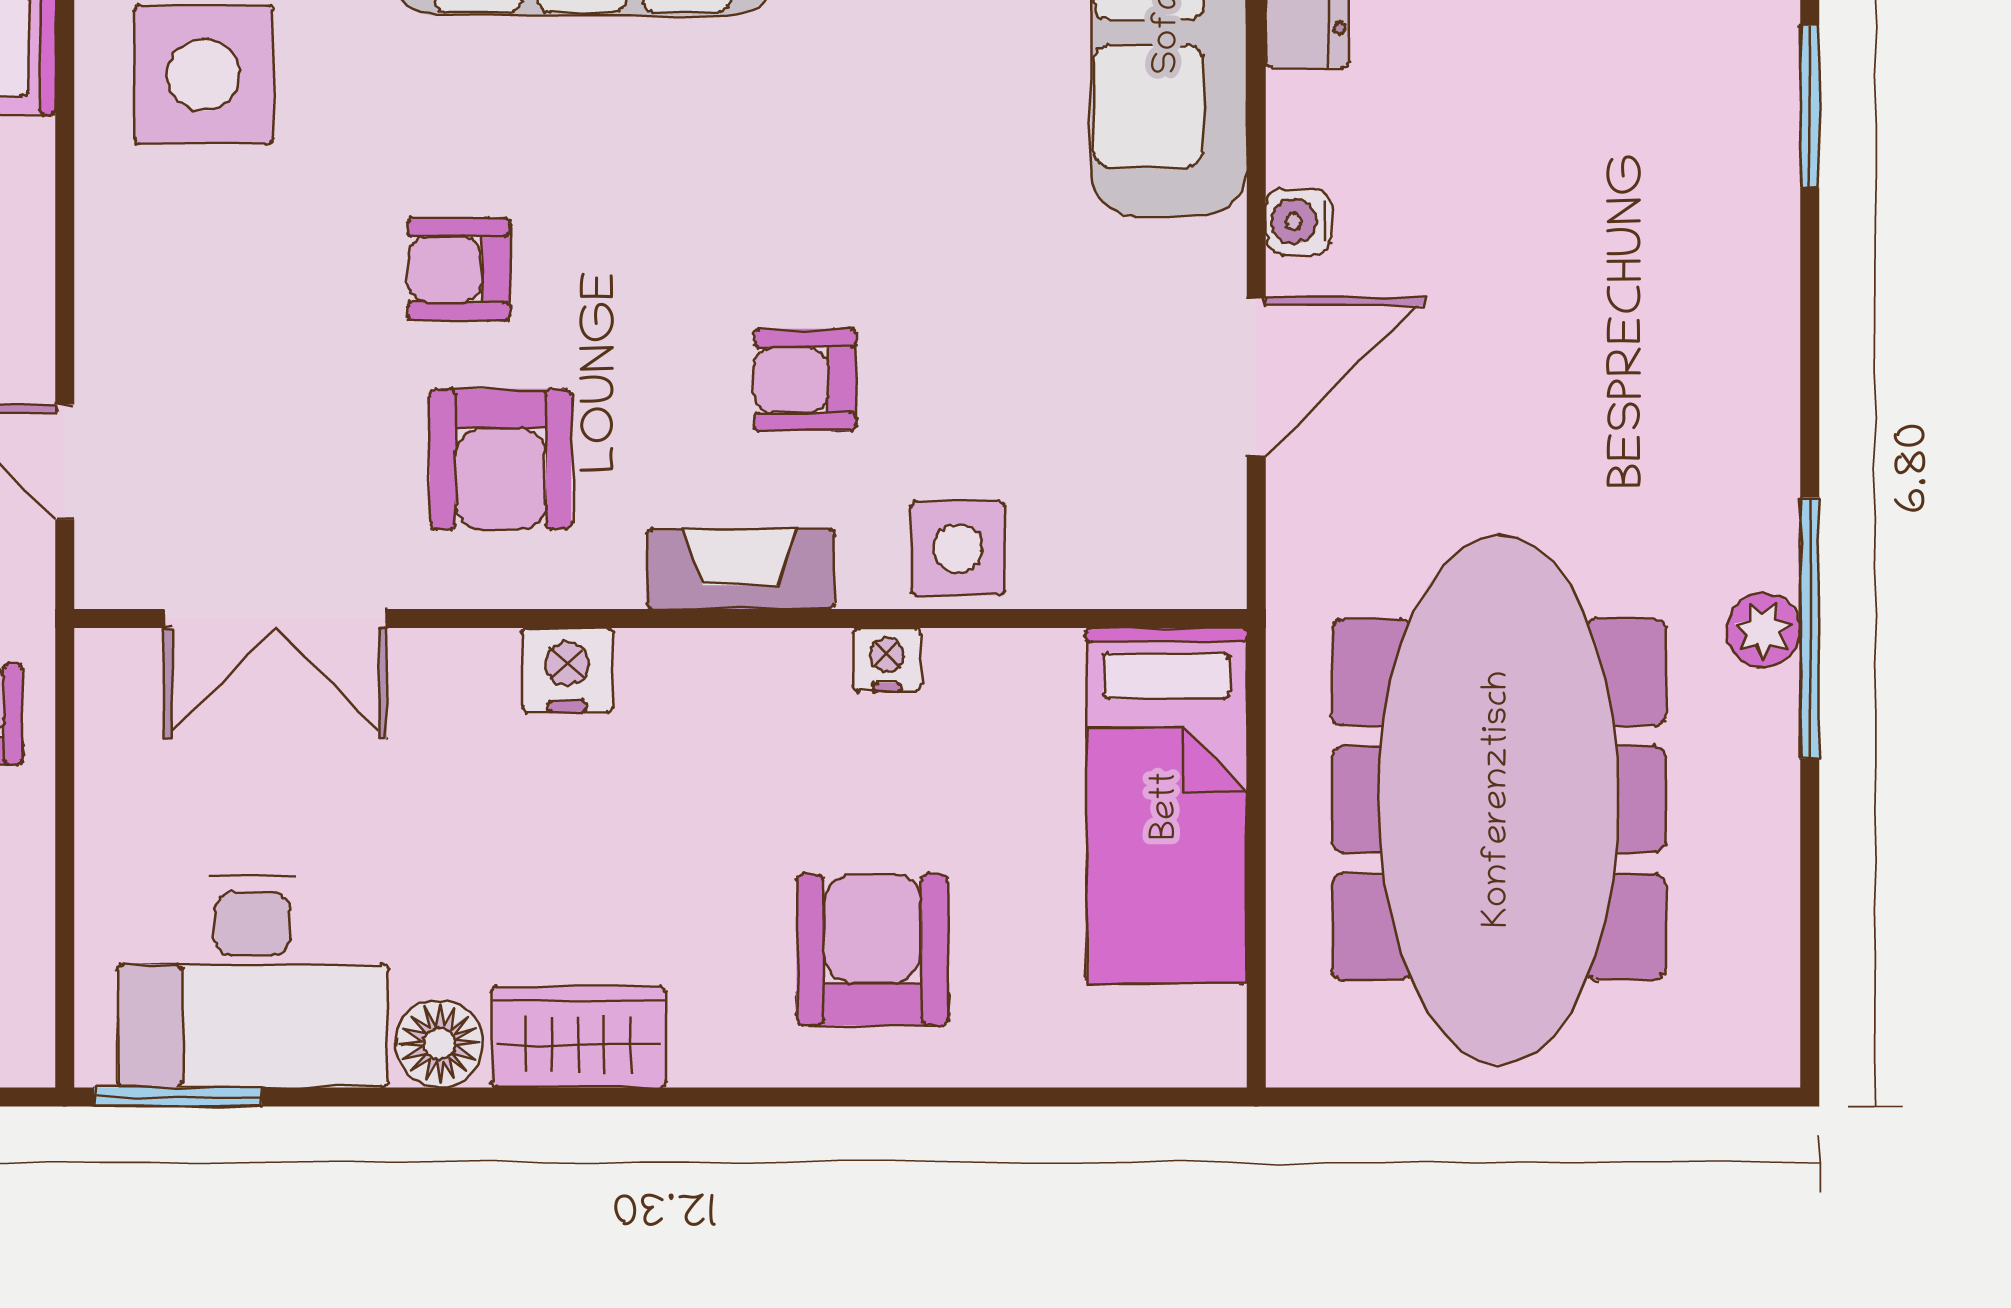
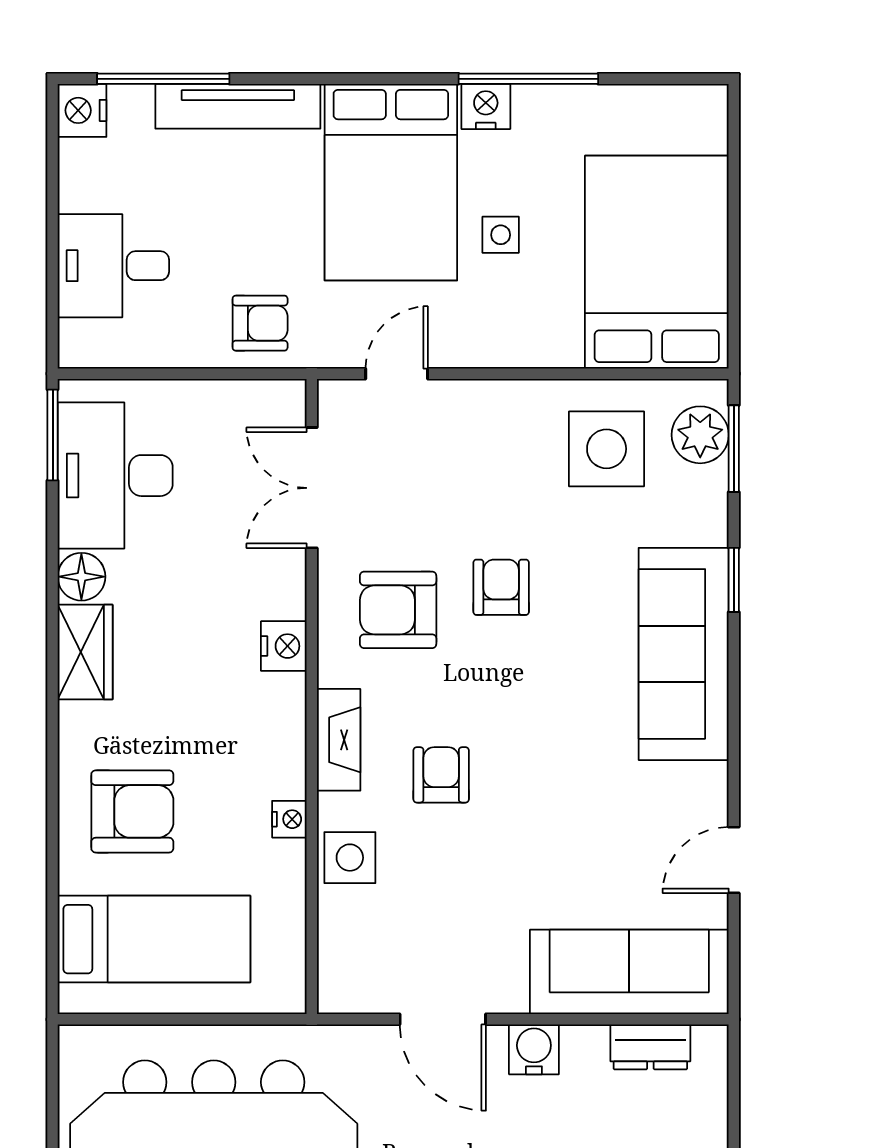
water cooler: (1299, 221) -> (534, 1049), width x1.38, depth x1.38
bed: (1167, 806) -> (154, 939), moved, turned 180

